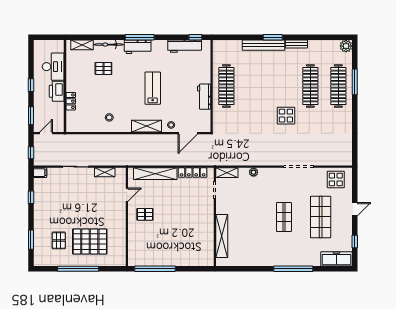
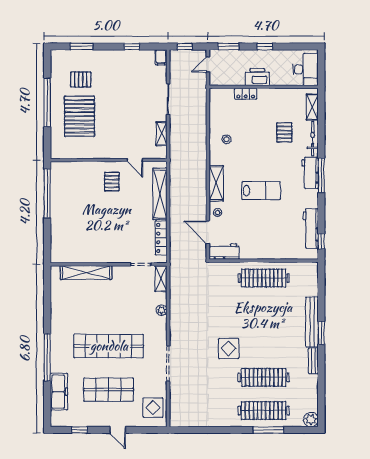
desk: (53, 67) -> (305, 69), moved, turned -90
workbench: (204, 97) -> (224, 252), moved
door: (46, 133) -> (208, 64), swing flipped
shop shelf: (284, 217) -> (109, 346), width x2.00, depth x1.36
freezer: (336, 259) -> (59, 392), moved

